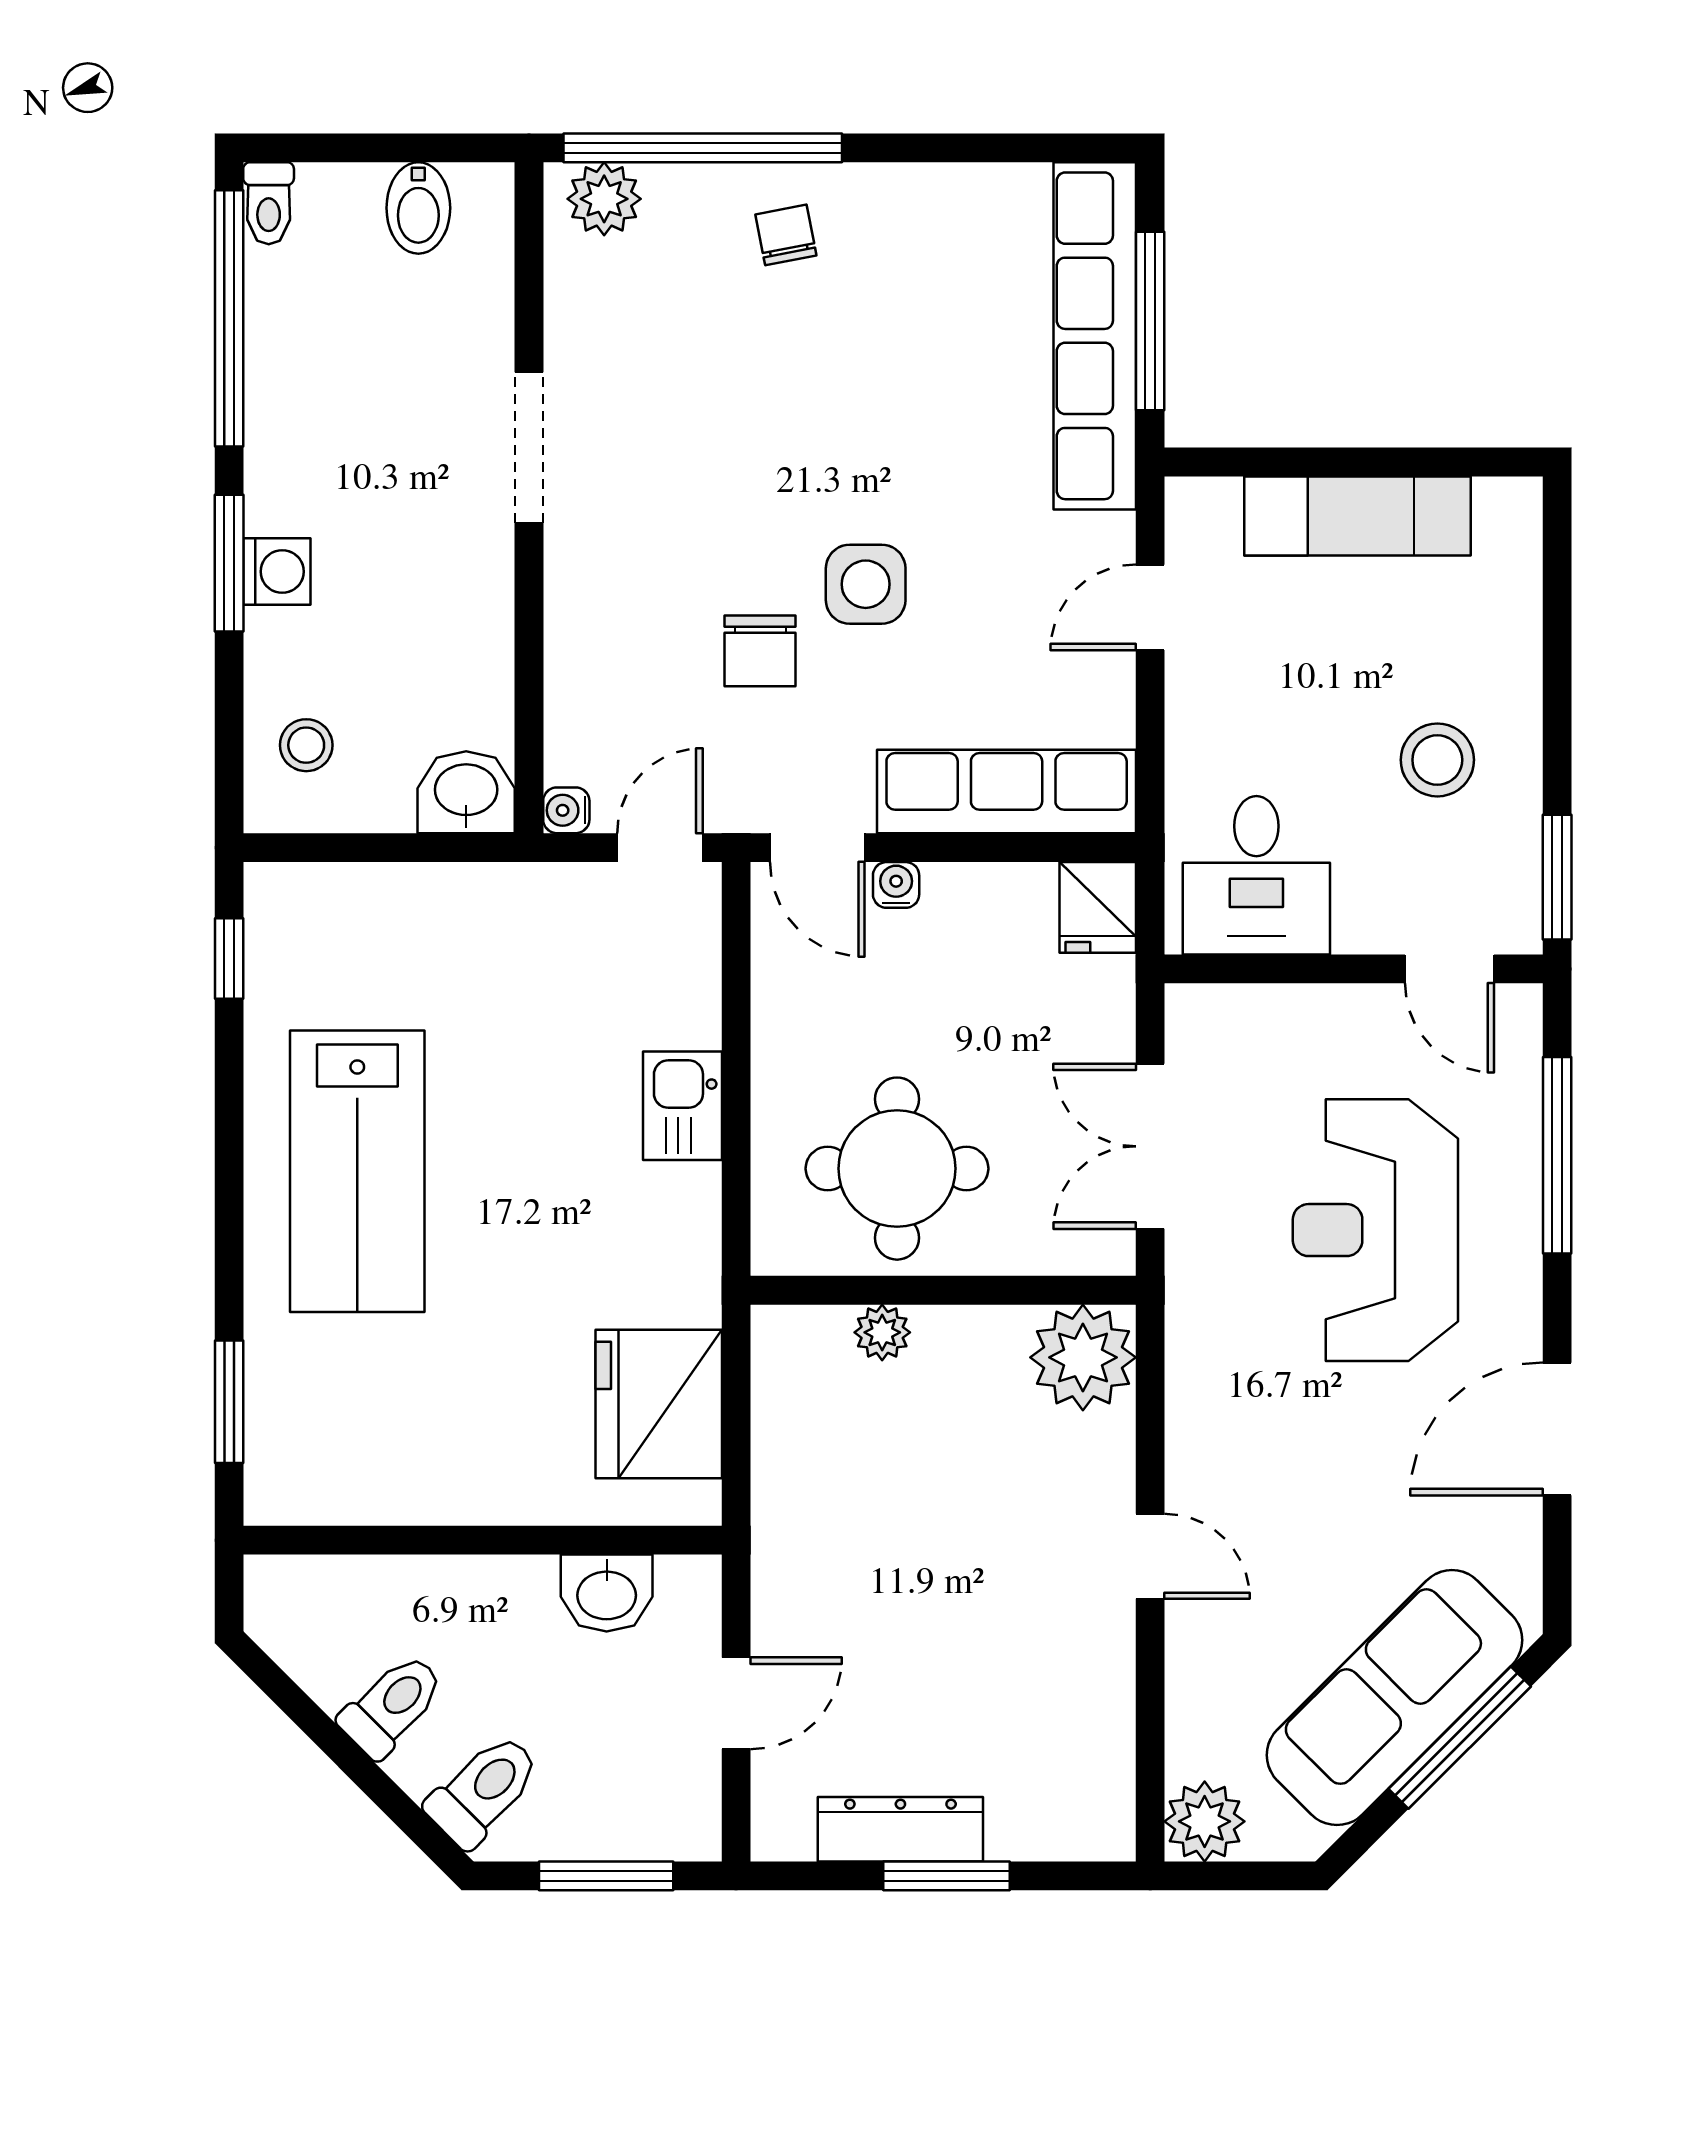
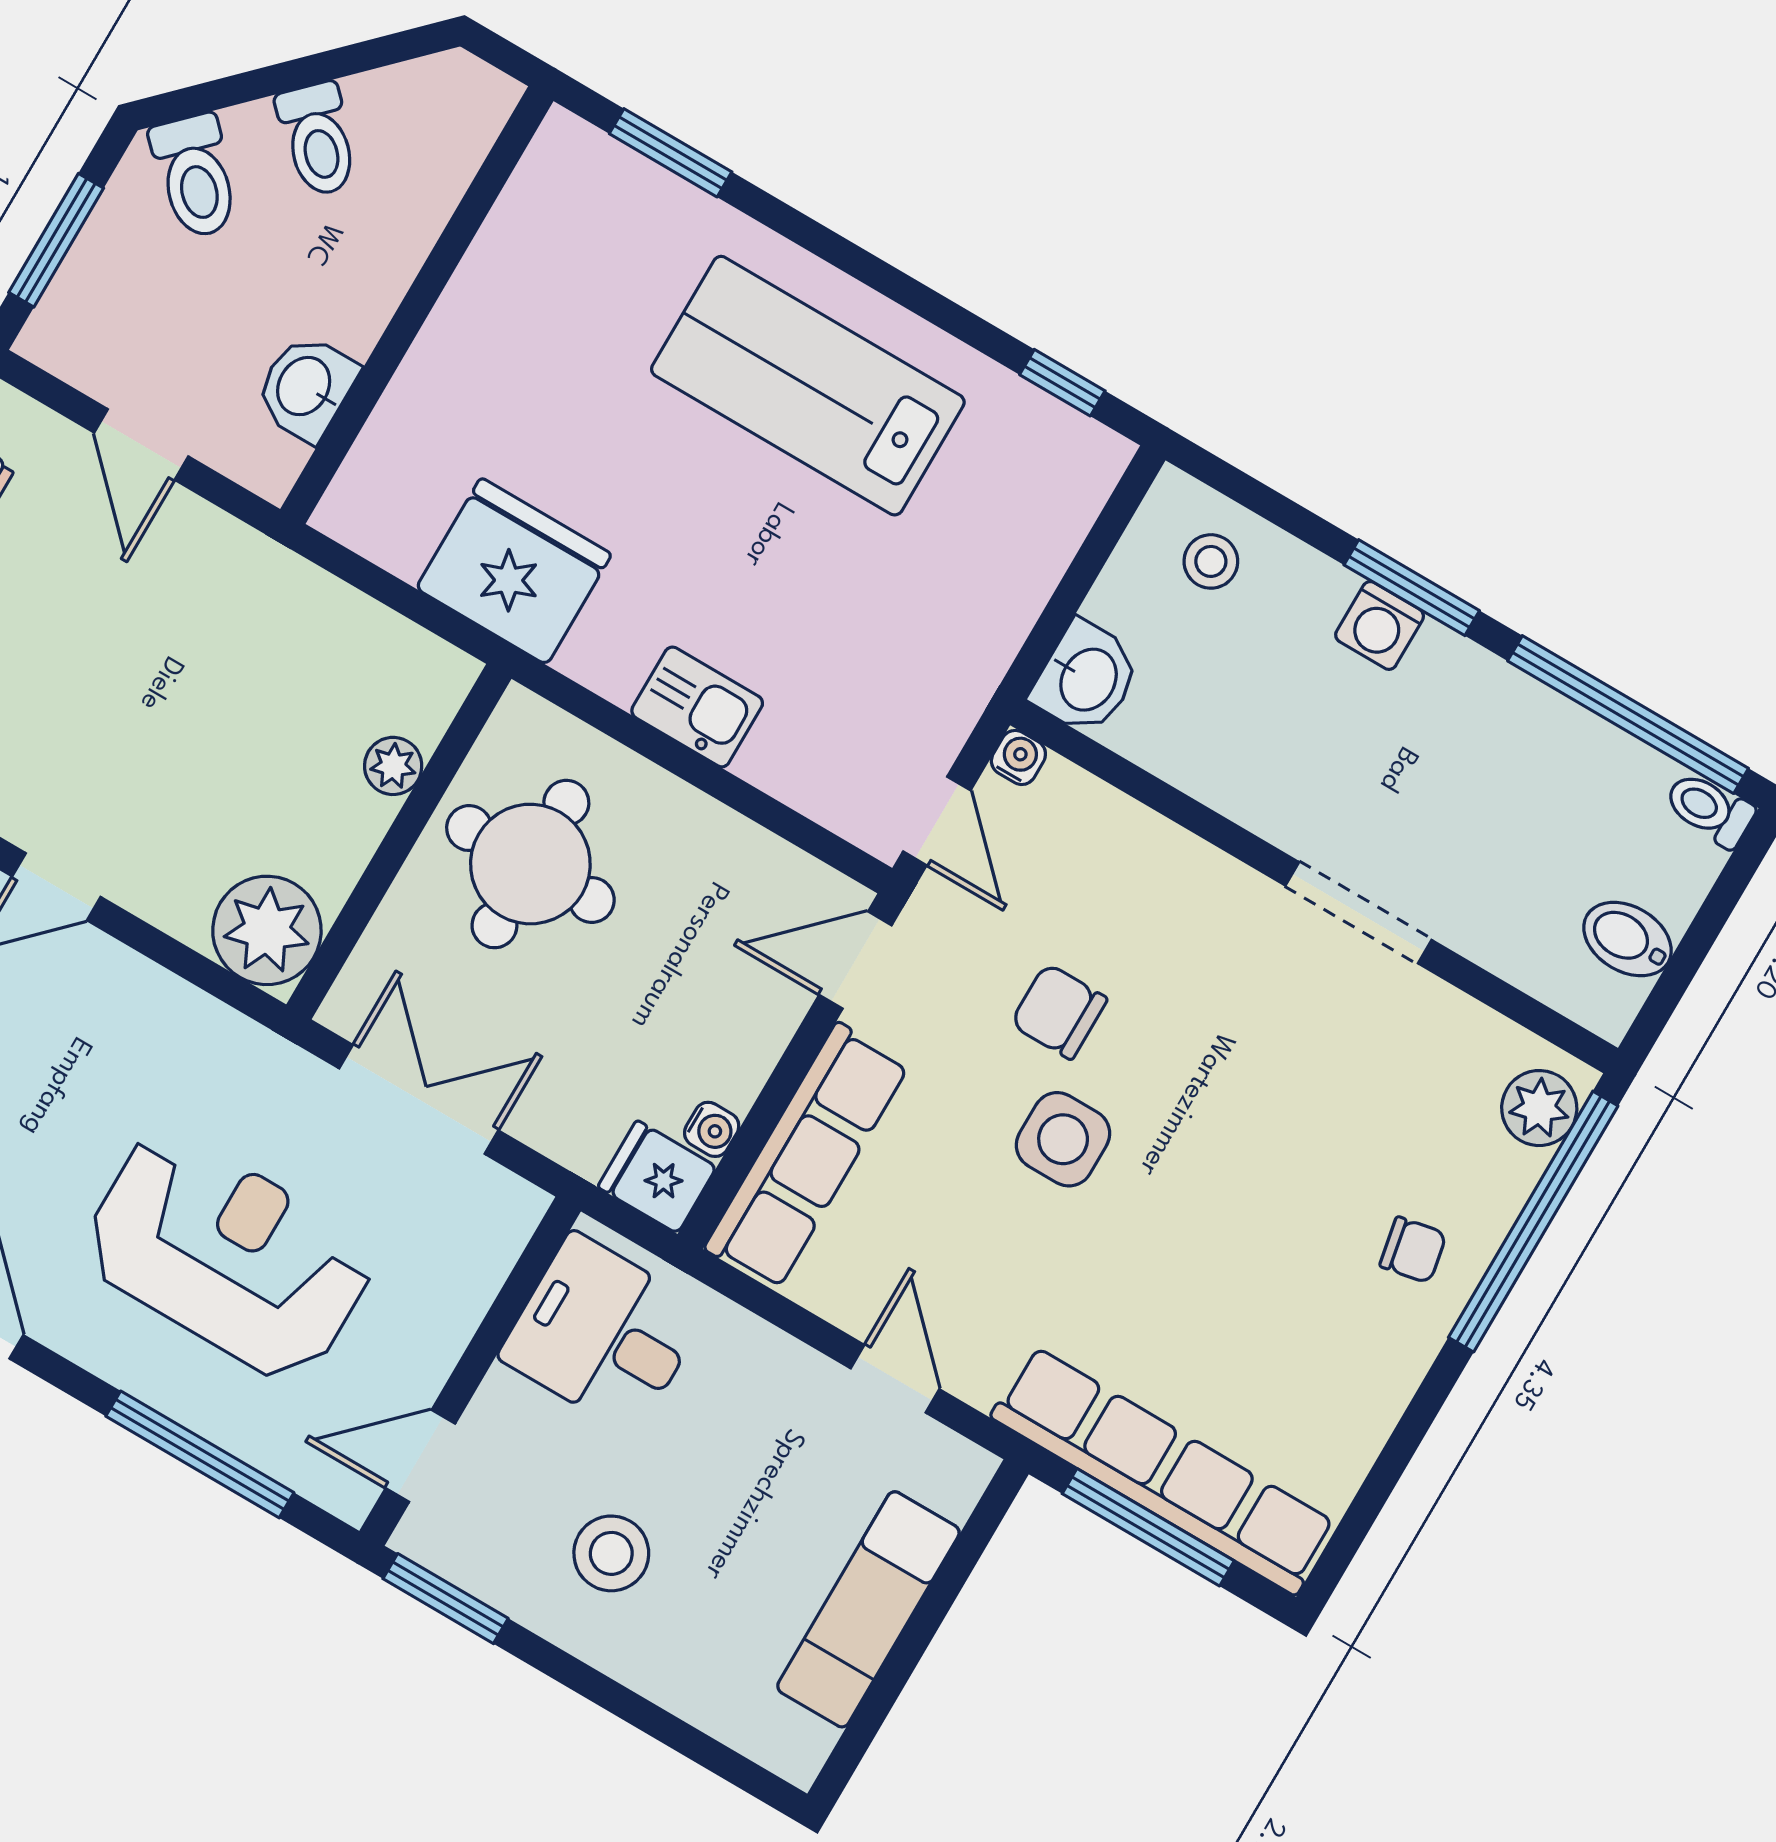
water cooler: (896, 885) -> (712, 1129), moved
fridge: (659, 1404) -> (514, 571), moved

